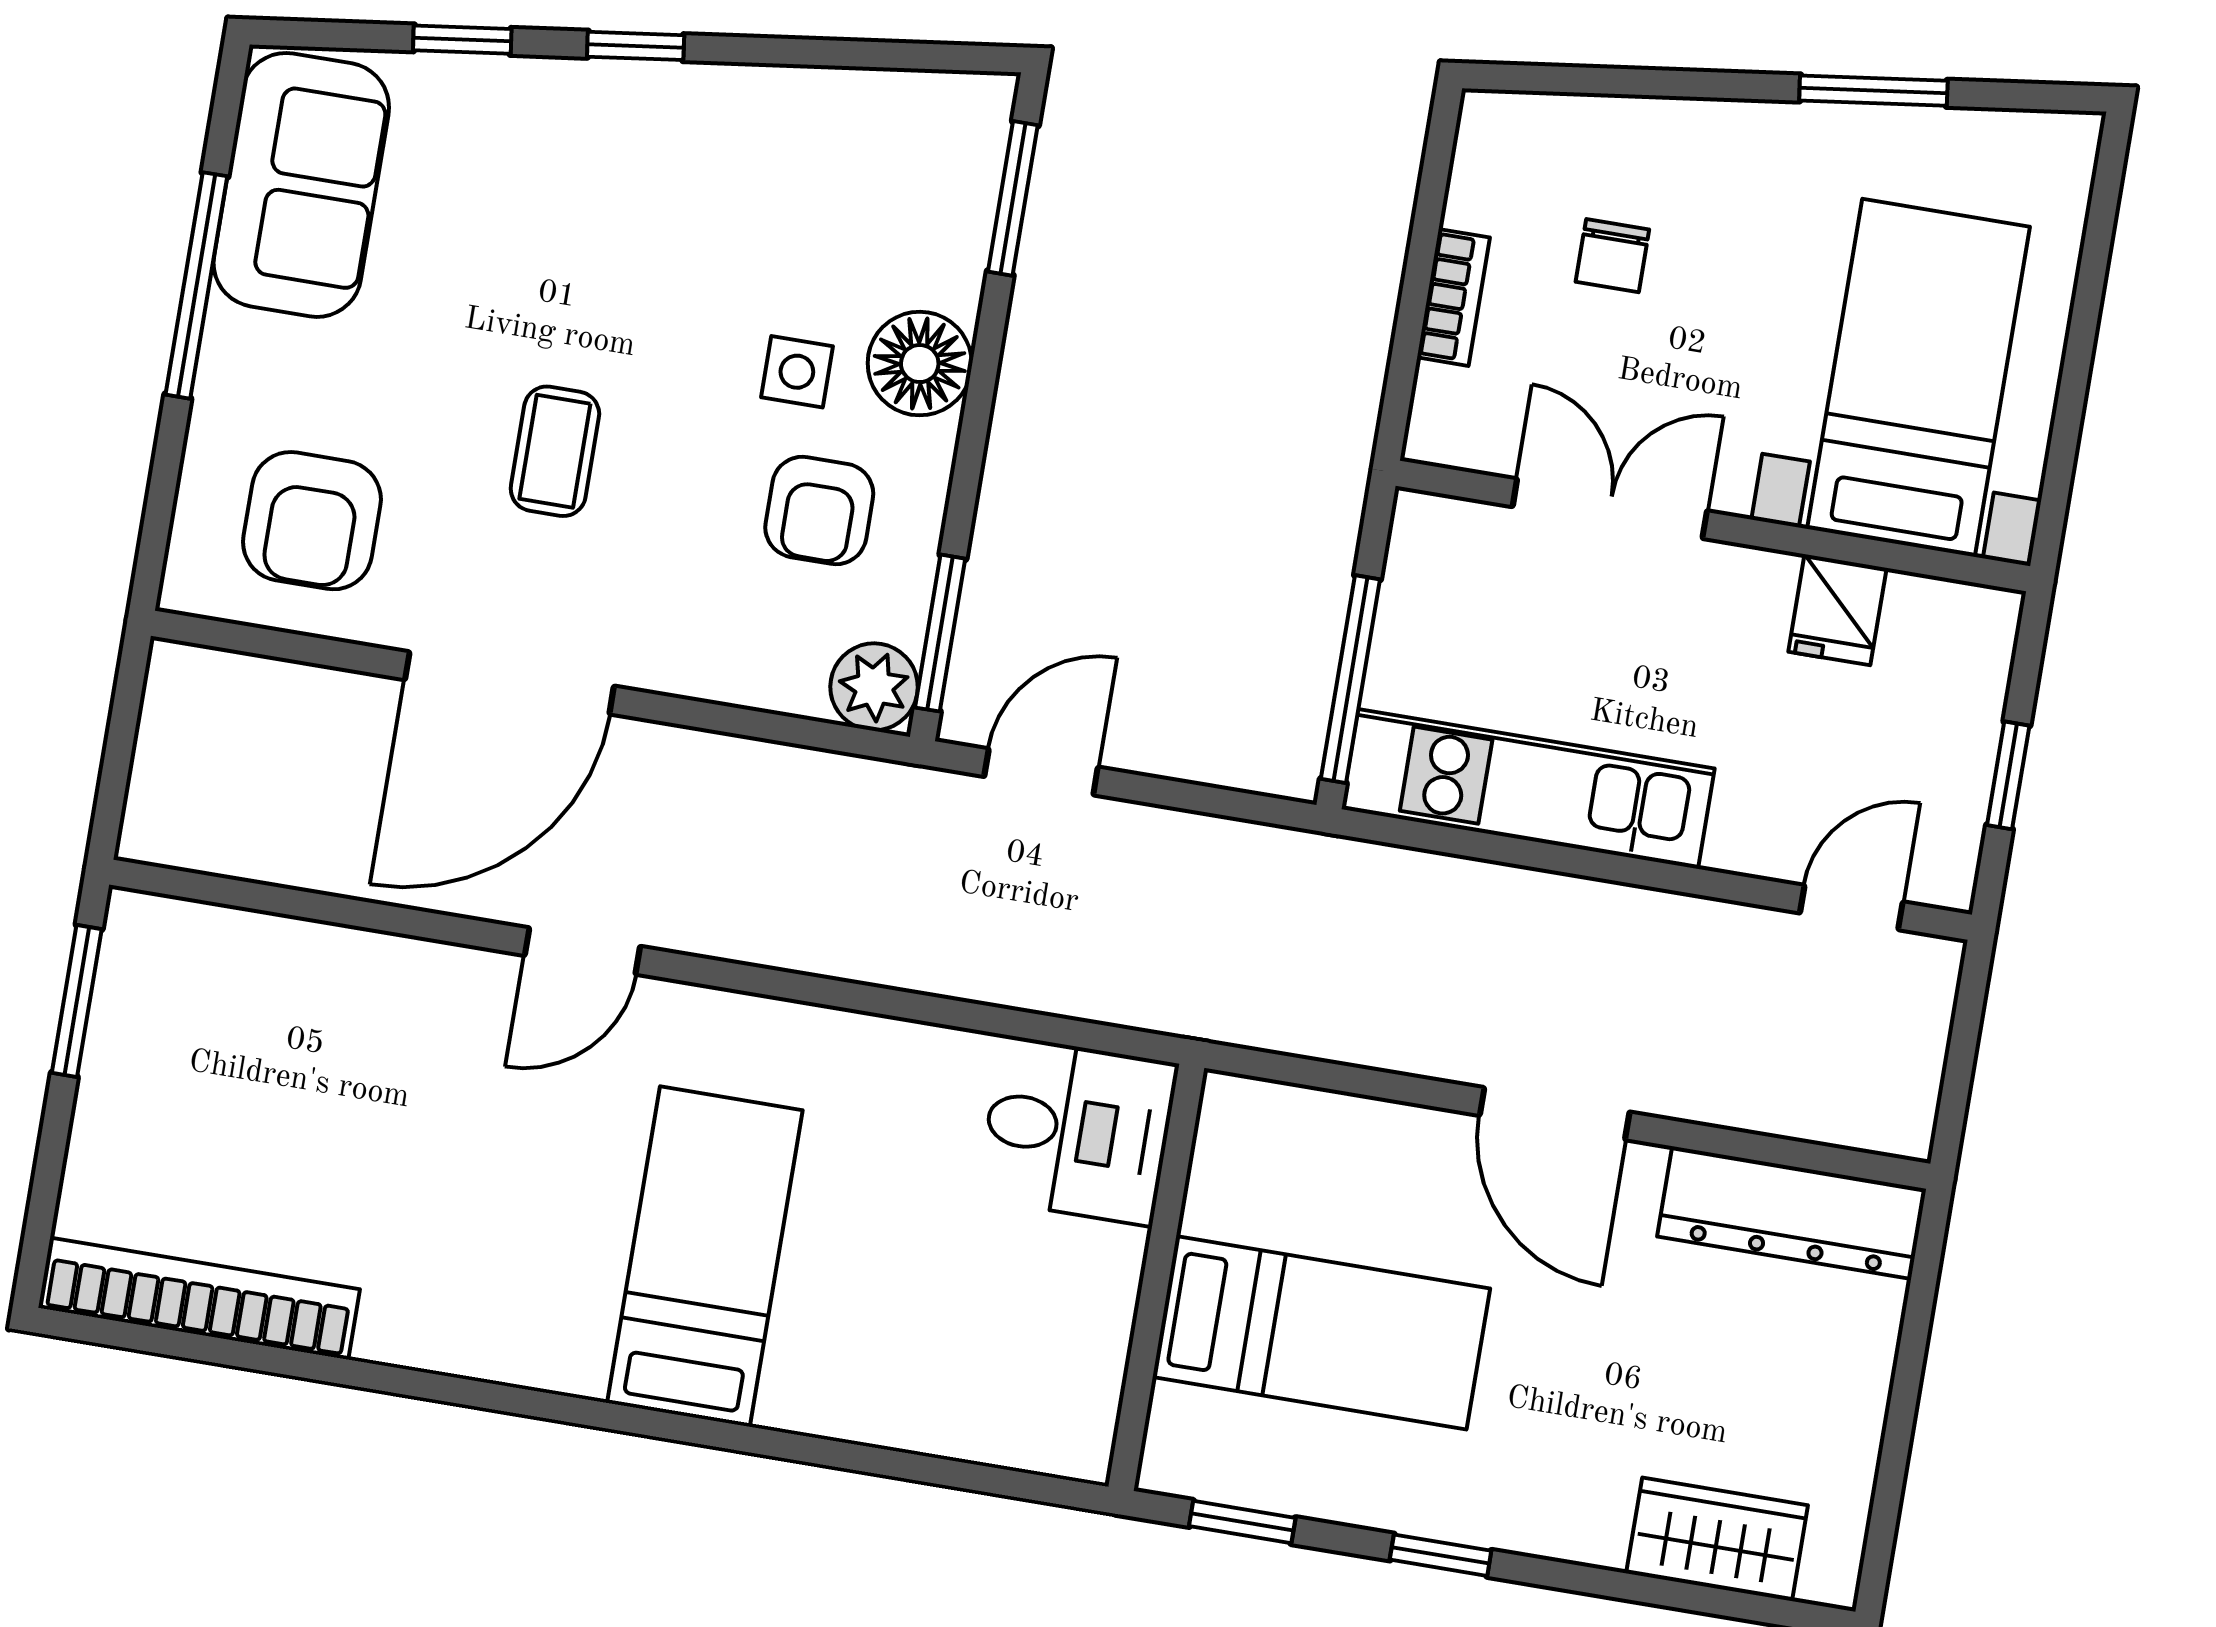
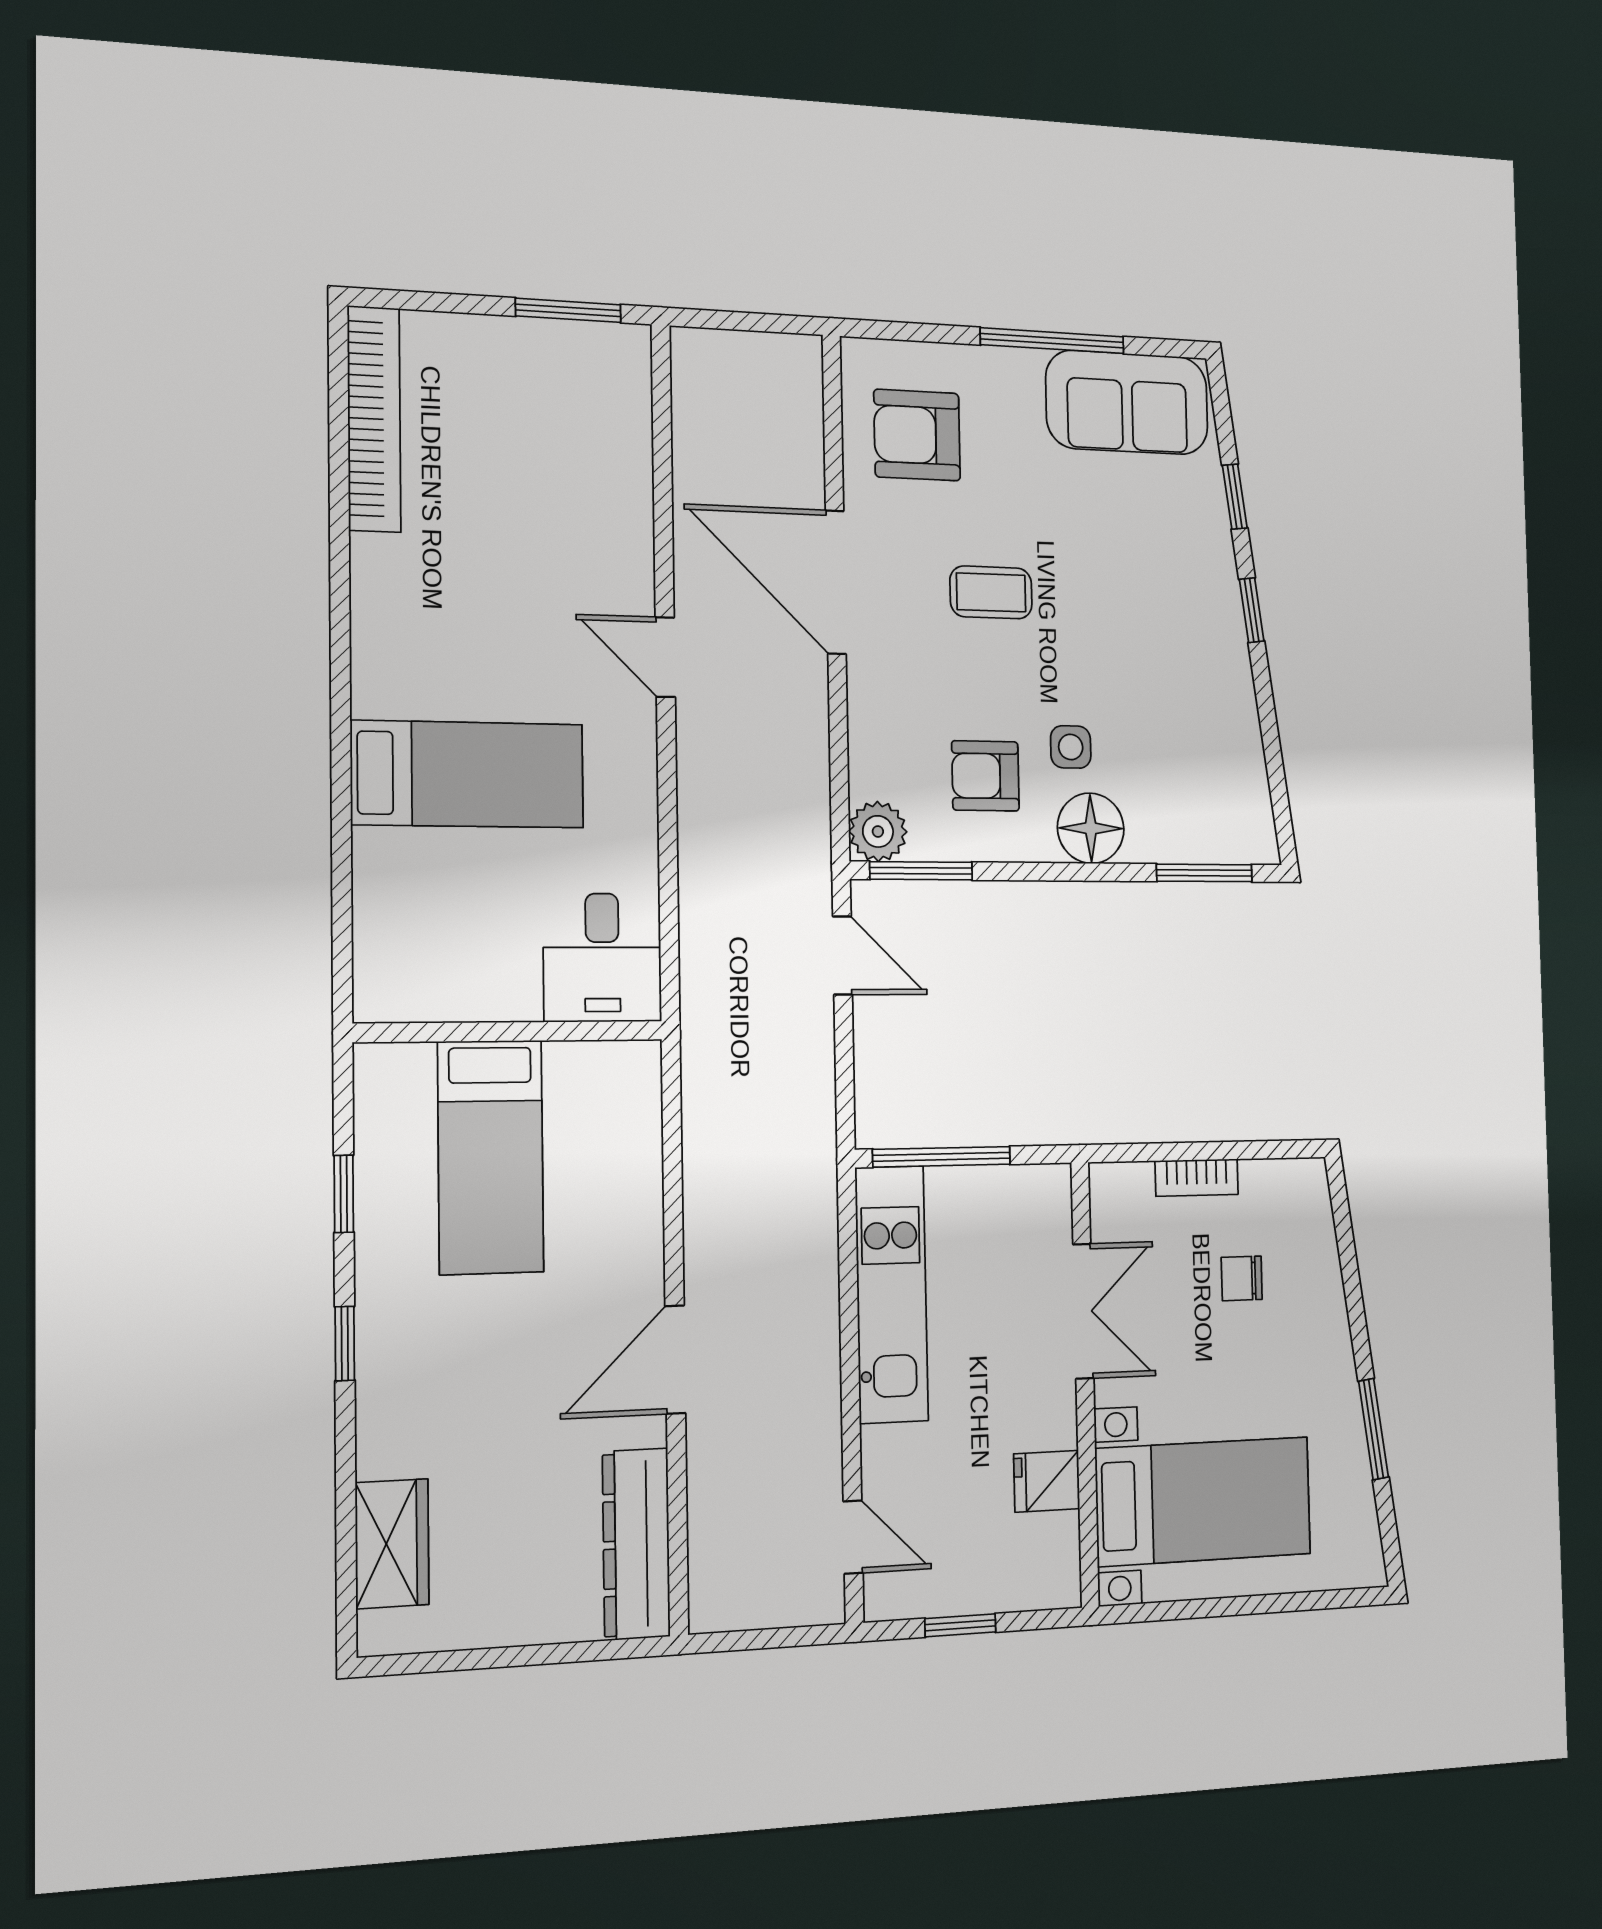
desk: (1077, 1131) -> (602, 958), moved
wall: (1156, 1277) -> (509, 1032), moved
bed: (1321, 1333) -> (491, 1157), moved

